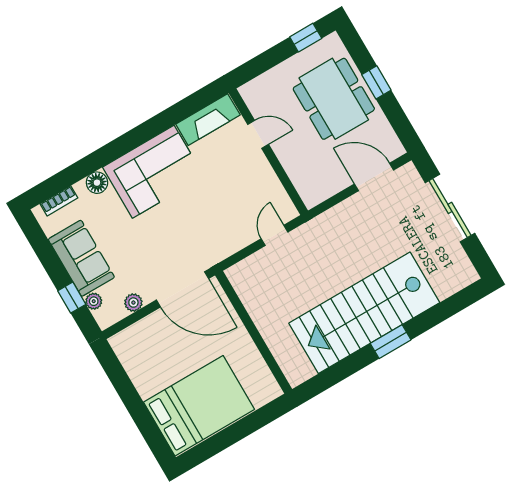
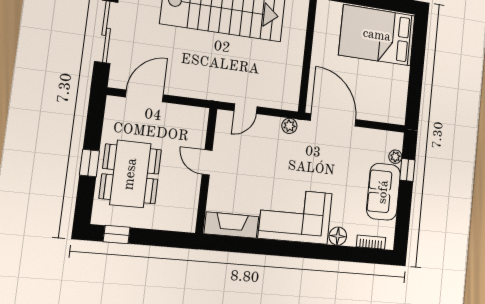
door: (258, 134) -> (207, 162), moved
door: (374, 177) -> (144, 96), swing flipped
plant: (133, 303) -> (289, 126), moved

